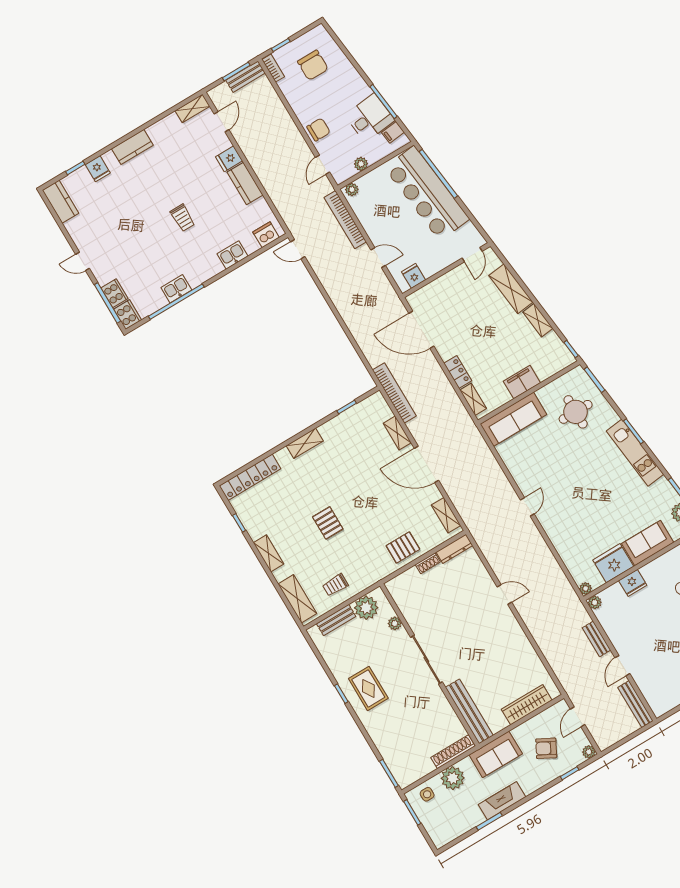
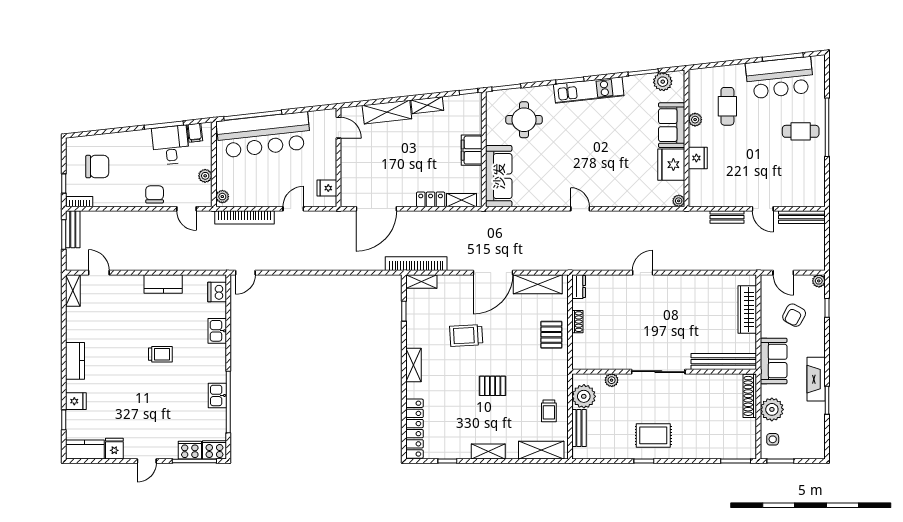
fridge: (229, 159) -> (114, 449), moved, turned 180
shelving: (397, 433) -> (421, 281), moved
trolley: (358, 474) -> (466, 336), added
shelving: (446, 515) -> (538, 284), width x1.50, depth x1.33
dresser: (454, 549) -> (579, 287), width x0.70
plant: (595, 602) -> (695, 120), moved

